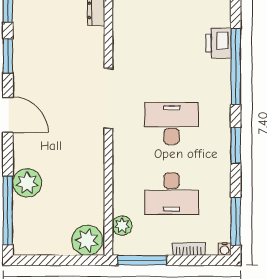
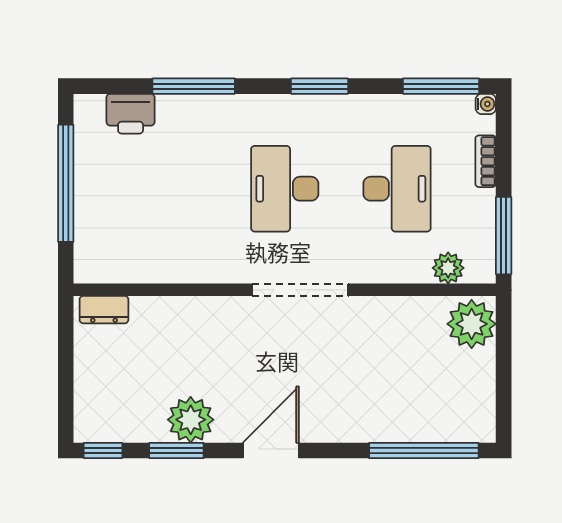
printer: (218, 43) -> (131, 114), moved
window: (236, 66) -> (194, 86), width x0.68
doorway: (108, 98) -> (300, 290), moved
plant: (27, 183) -> (191, 420), moved

